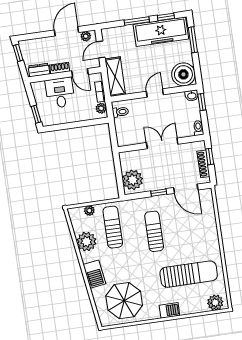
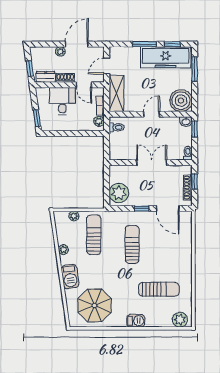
plant: (86, 36) -> (60, 51), moved
window: (18, 53) -> (30, 69), moved
plant: (86, 242) -> (63, 250), width x0.53, depth x0.53
sun lounger: (189, 274) -> (159, 289), width x0.73, depth x0.75

